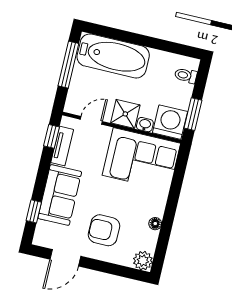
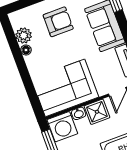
plant: (143, 261) -> (24, 35), moved

